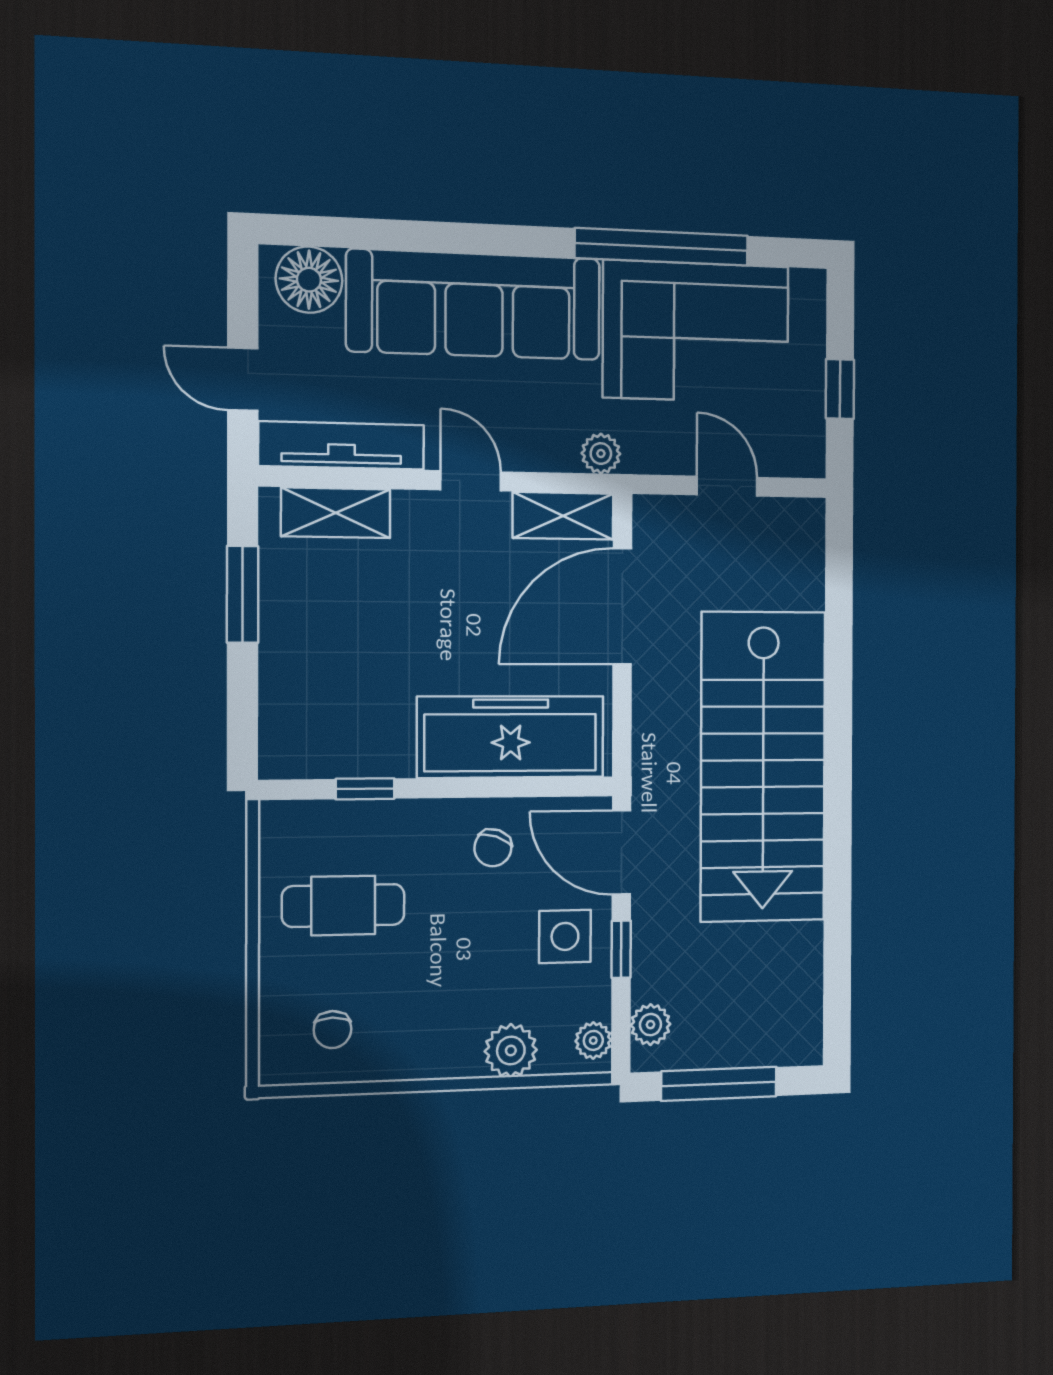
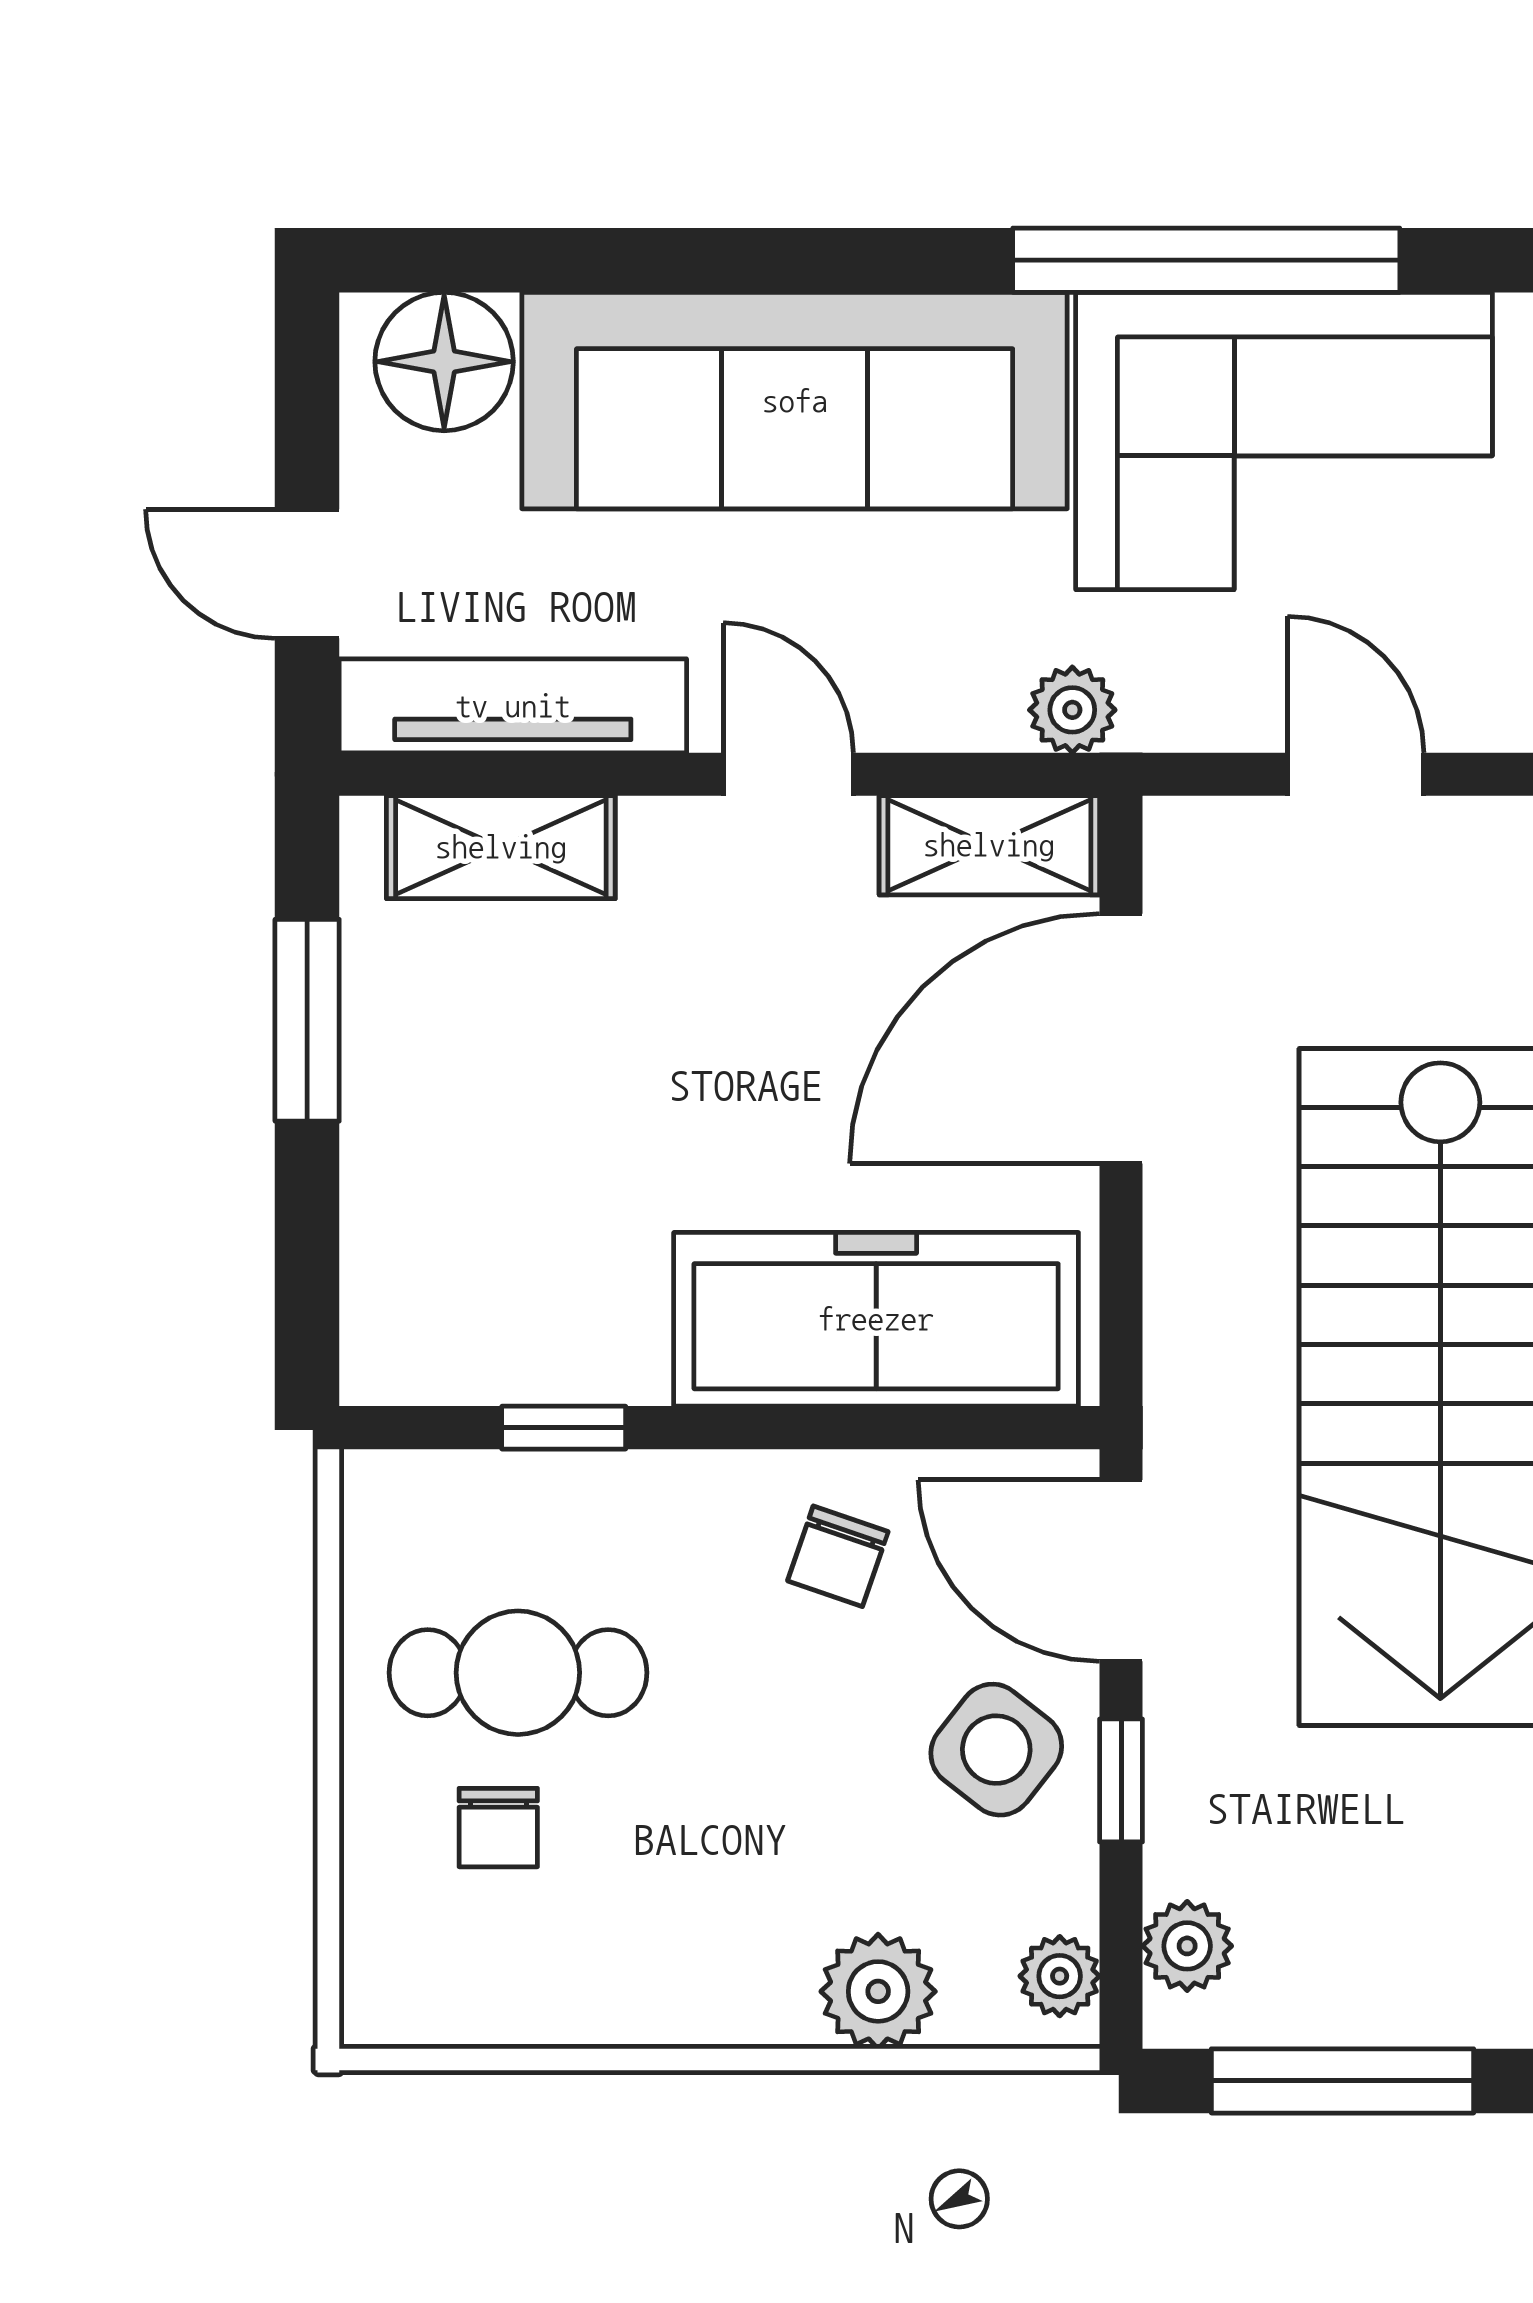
side table: (565, 936) -> (996, 1750), turned 38
chair: (332, 1030) -> (498, 1828), moved

